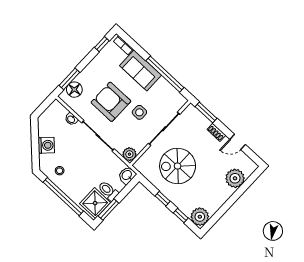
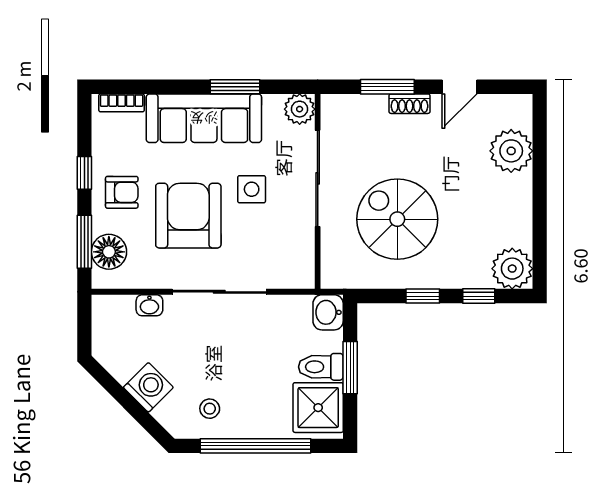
window: (102, 44) -> (84, 173), moved
sofa: (140, 70) -> (204, 118), width x1.36
armchair: (96, 74) -> (122, 192), added
window: (165, 74) -> (235, 87), width x0.47
armchair: (111, 102) -> (188, 216), turned 90
window: (206, 112) -> (387, 87), moved
plant: (129, 154) -> (300, 109), moved
spiral stairs: (178, 166) -> (397, 219), turned 90
window: (108, 210) -> (350, 368), moved

